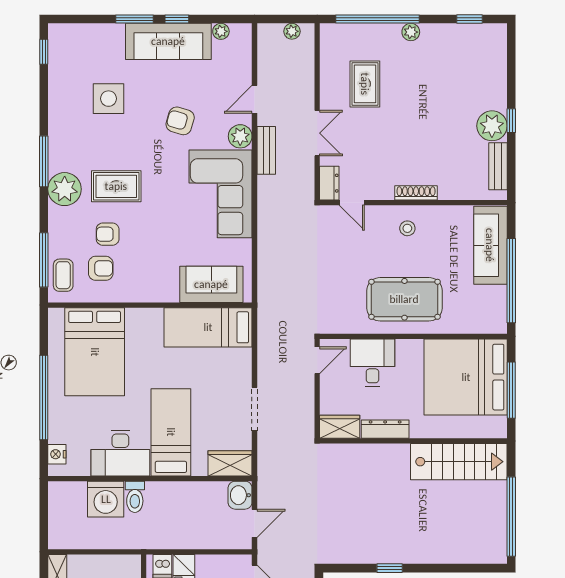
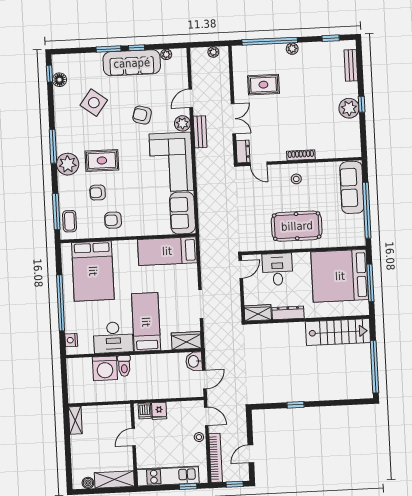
floor lamp: (58, 62) -> (59, 80), added
rug: (365, 84) -> (263, 85), turned 90
side table: (108, 99) -> (94, 103), turned 37
bench: (498, 166) -> (351, 65), moved
armchair: (101, 268) -> (113, 220), moved, turned 180
sofa: (211, 284) -> (182, 213), moved, turned -90

